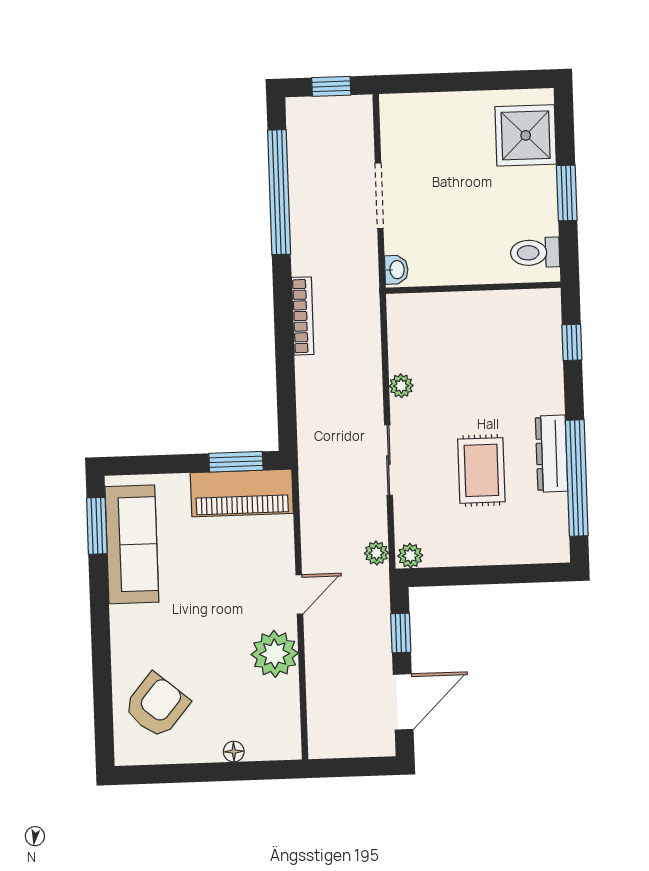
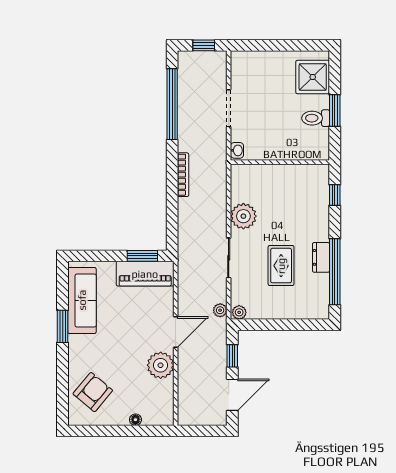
toilet: (535, 253) -> (316, 118), moved
plant: (401, 386) -> (243, 216), width x1.88, depth x1.88
dresser: (552, 454) -> (321, 257), width x0.70
window: (97, 526) -> (63, 326), moved
door: (299, 594) -> (176, 332), width x1.38

